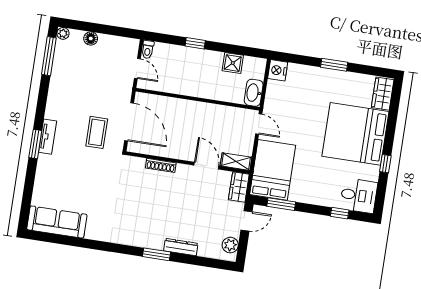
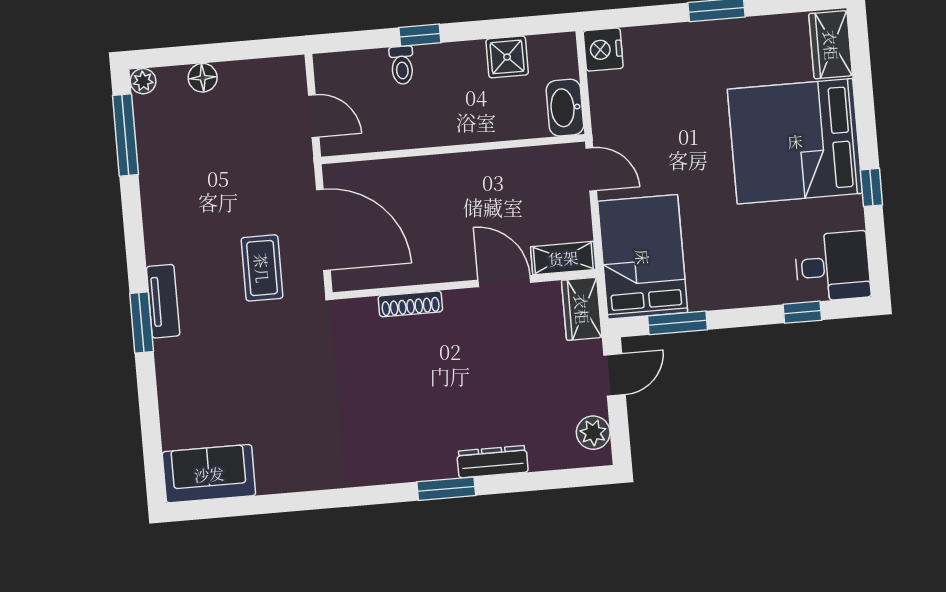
toilet: (148, 49) -> (402, 65), moved
sofa: (57, 222) -> (209, 474), width x0.73

